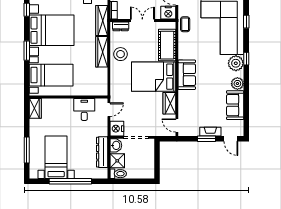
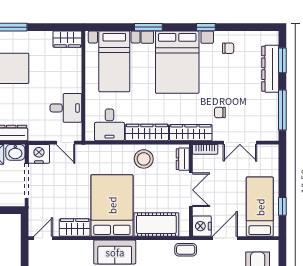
desk: (96, 78) -> (109, 125), added

